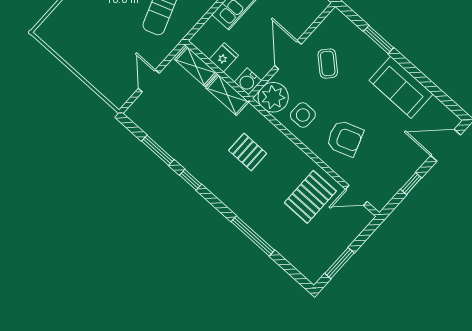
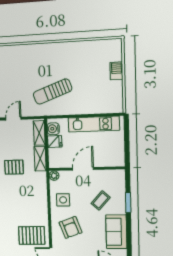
coffee table: (328, 64) -> (101, 200), moved
water cooler: (248, 81) -> (53, 129), moved
plant: (273, 97) -> (54, 176), width x0.53, depth x0.53
pallet: (248, 152) -> (14, 167), moved, turned 90

